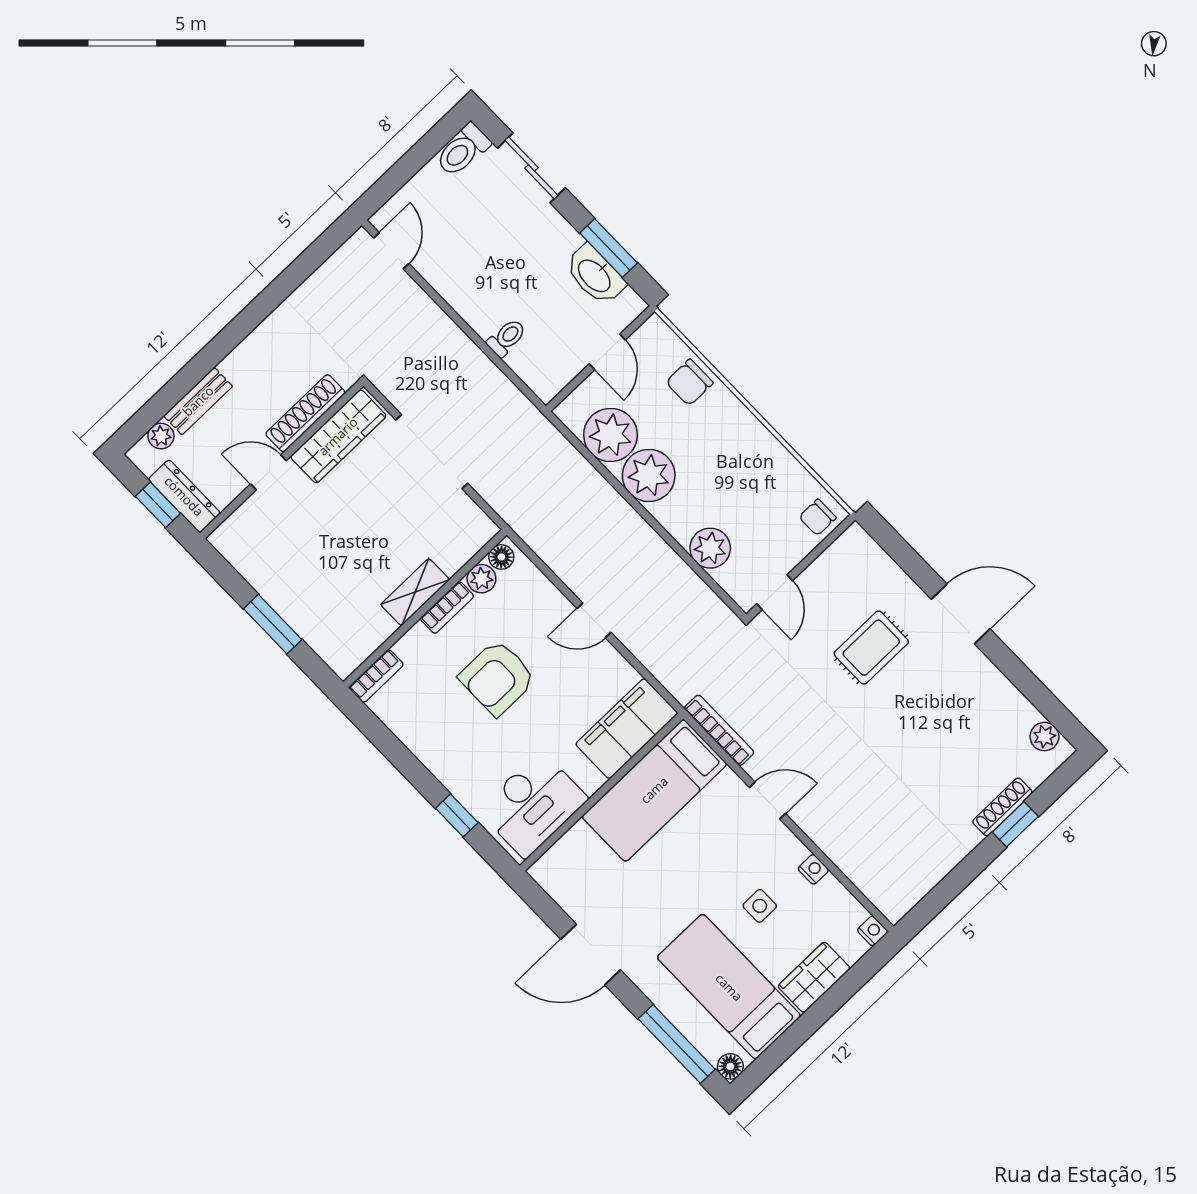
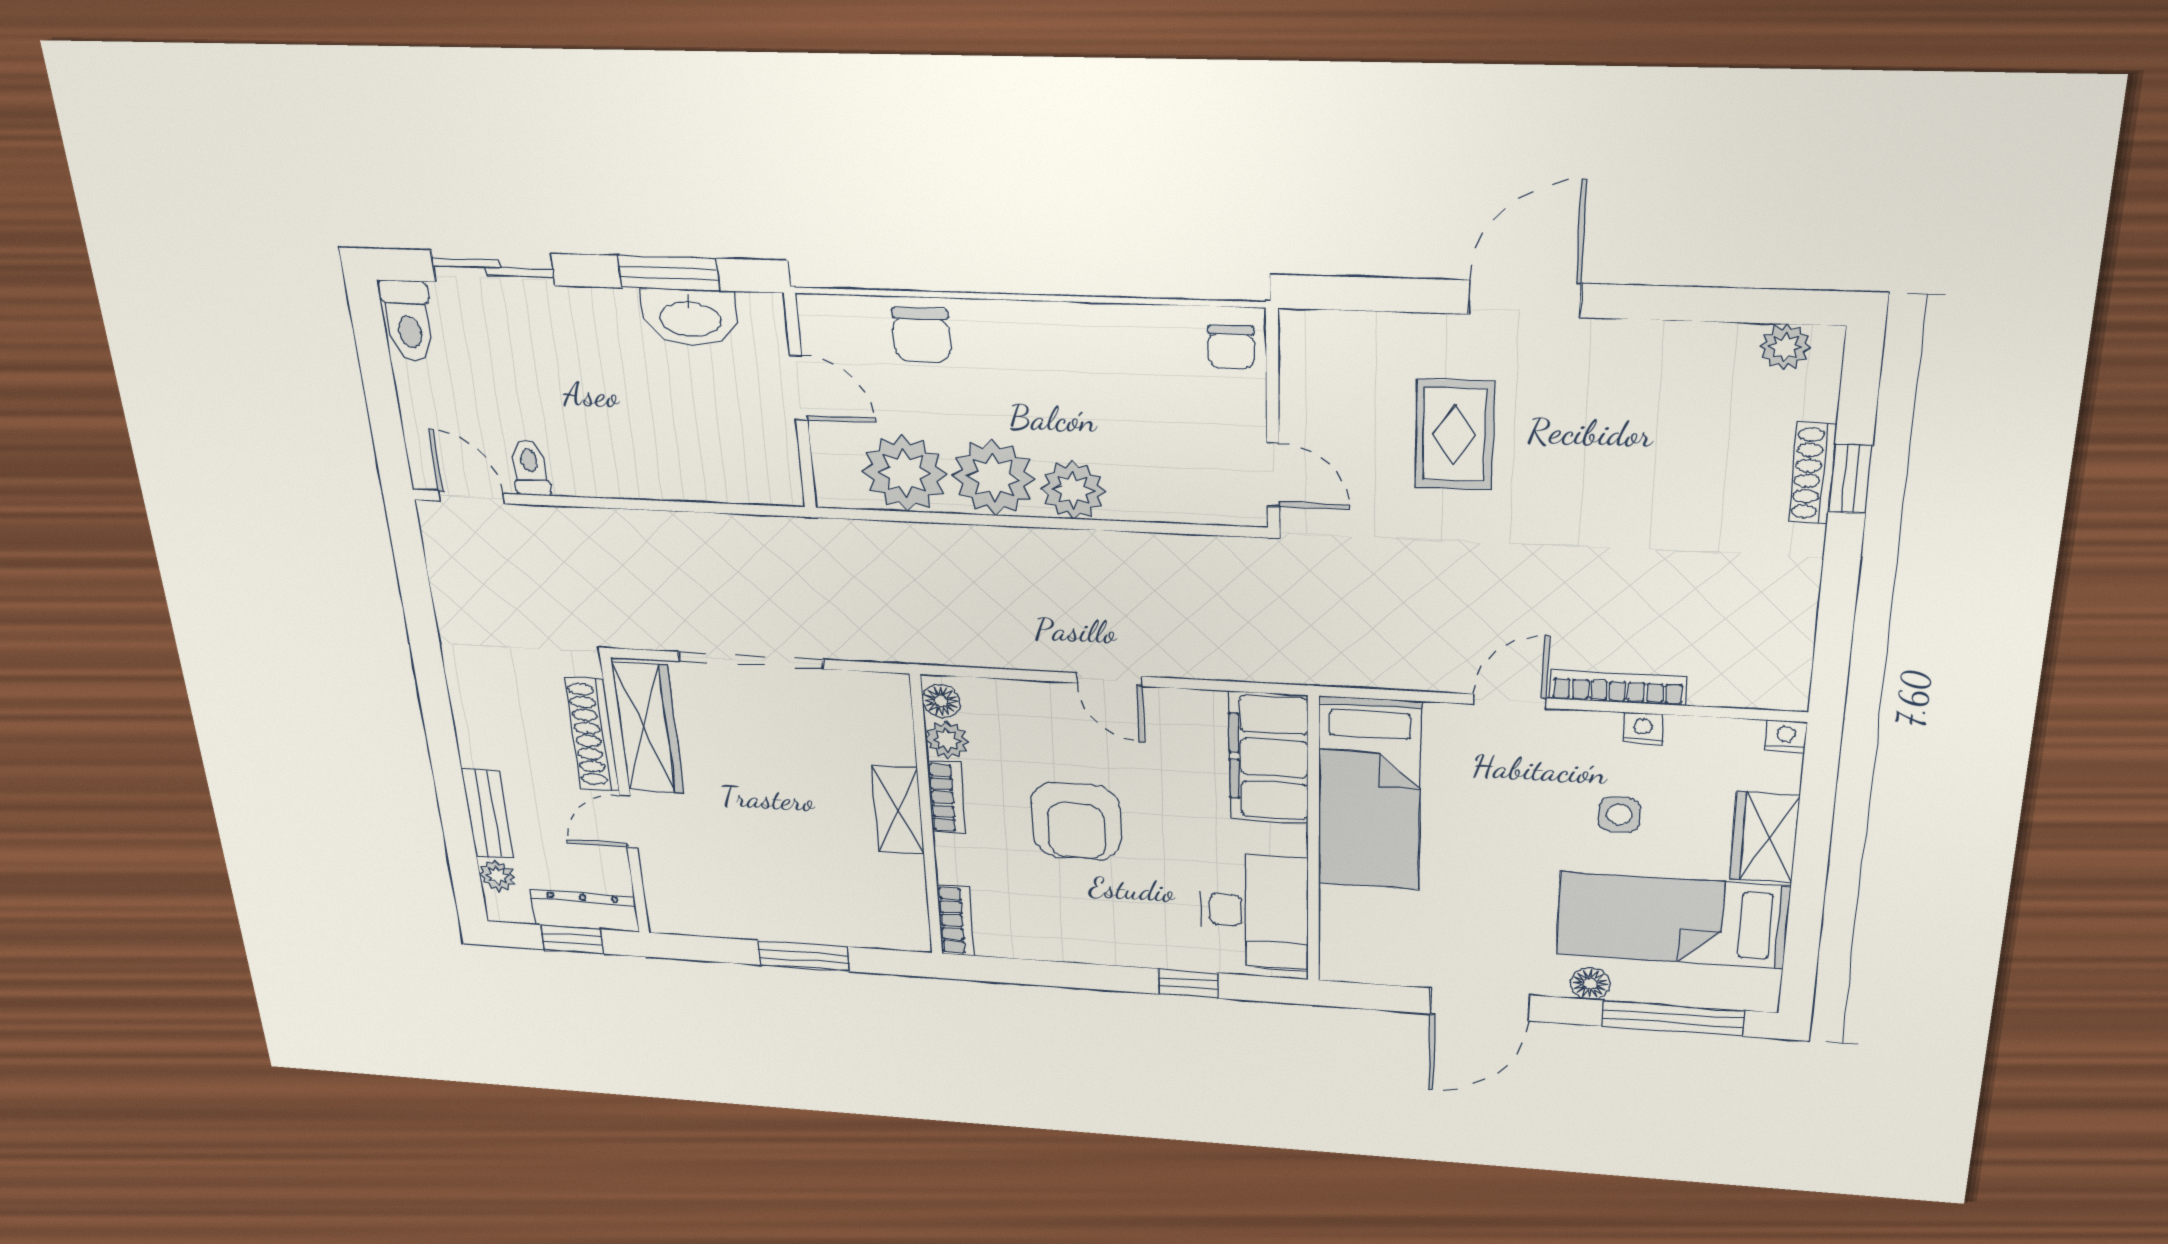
toilet: (506, 338) -> (530, 468), moved
plant: (710, 548) -> (1073, 490), moved
door: (594, 620) -> (1109, 680), hinge flipped
bookcase: (719, 730) -> (1618, 687), moved
floor lamp: (730, 1066) -> (1590, 984), moved

